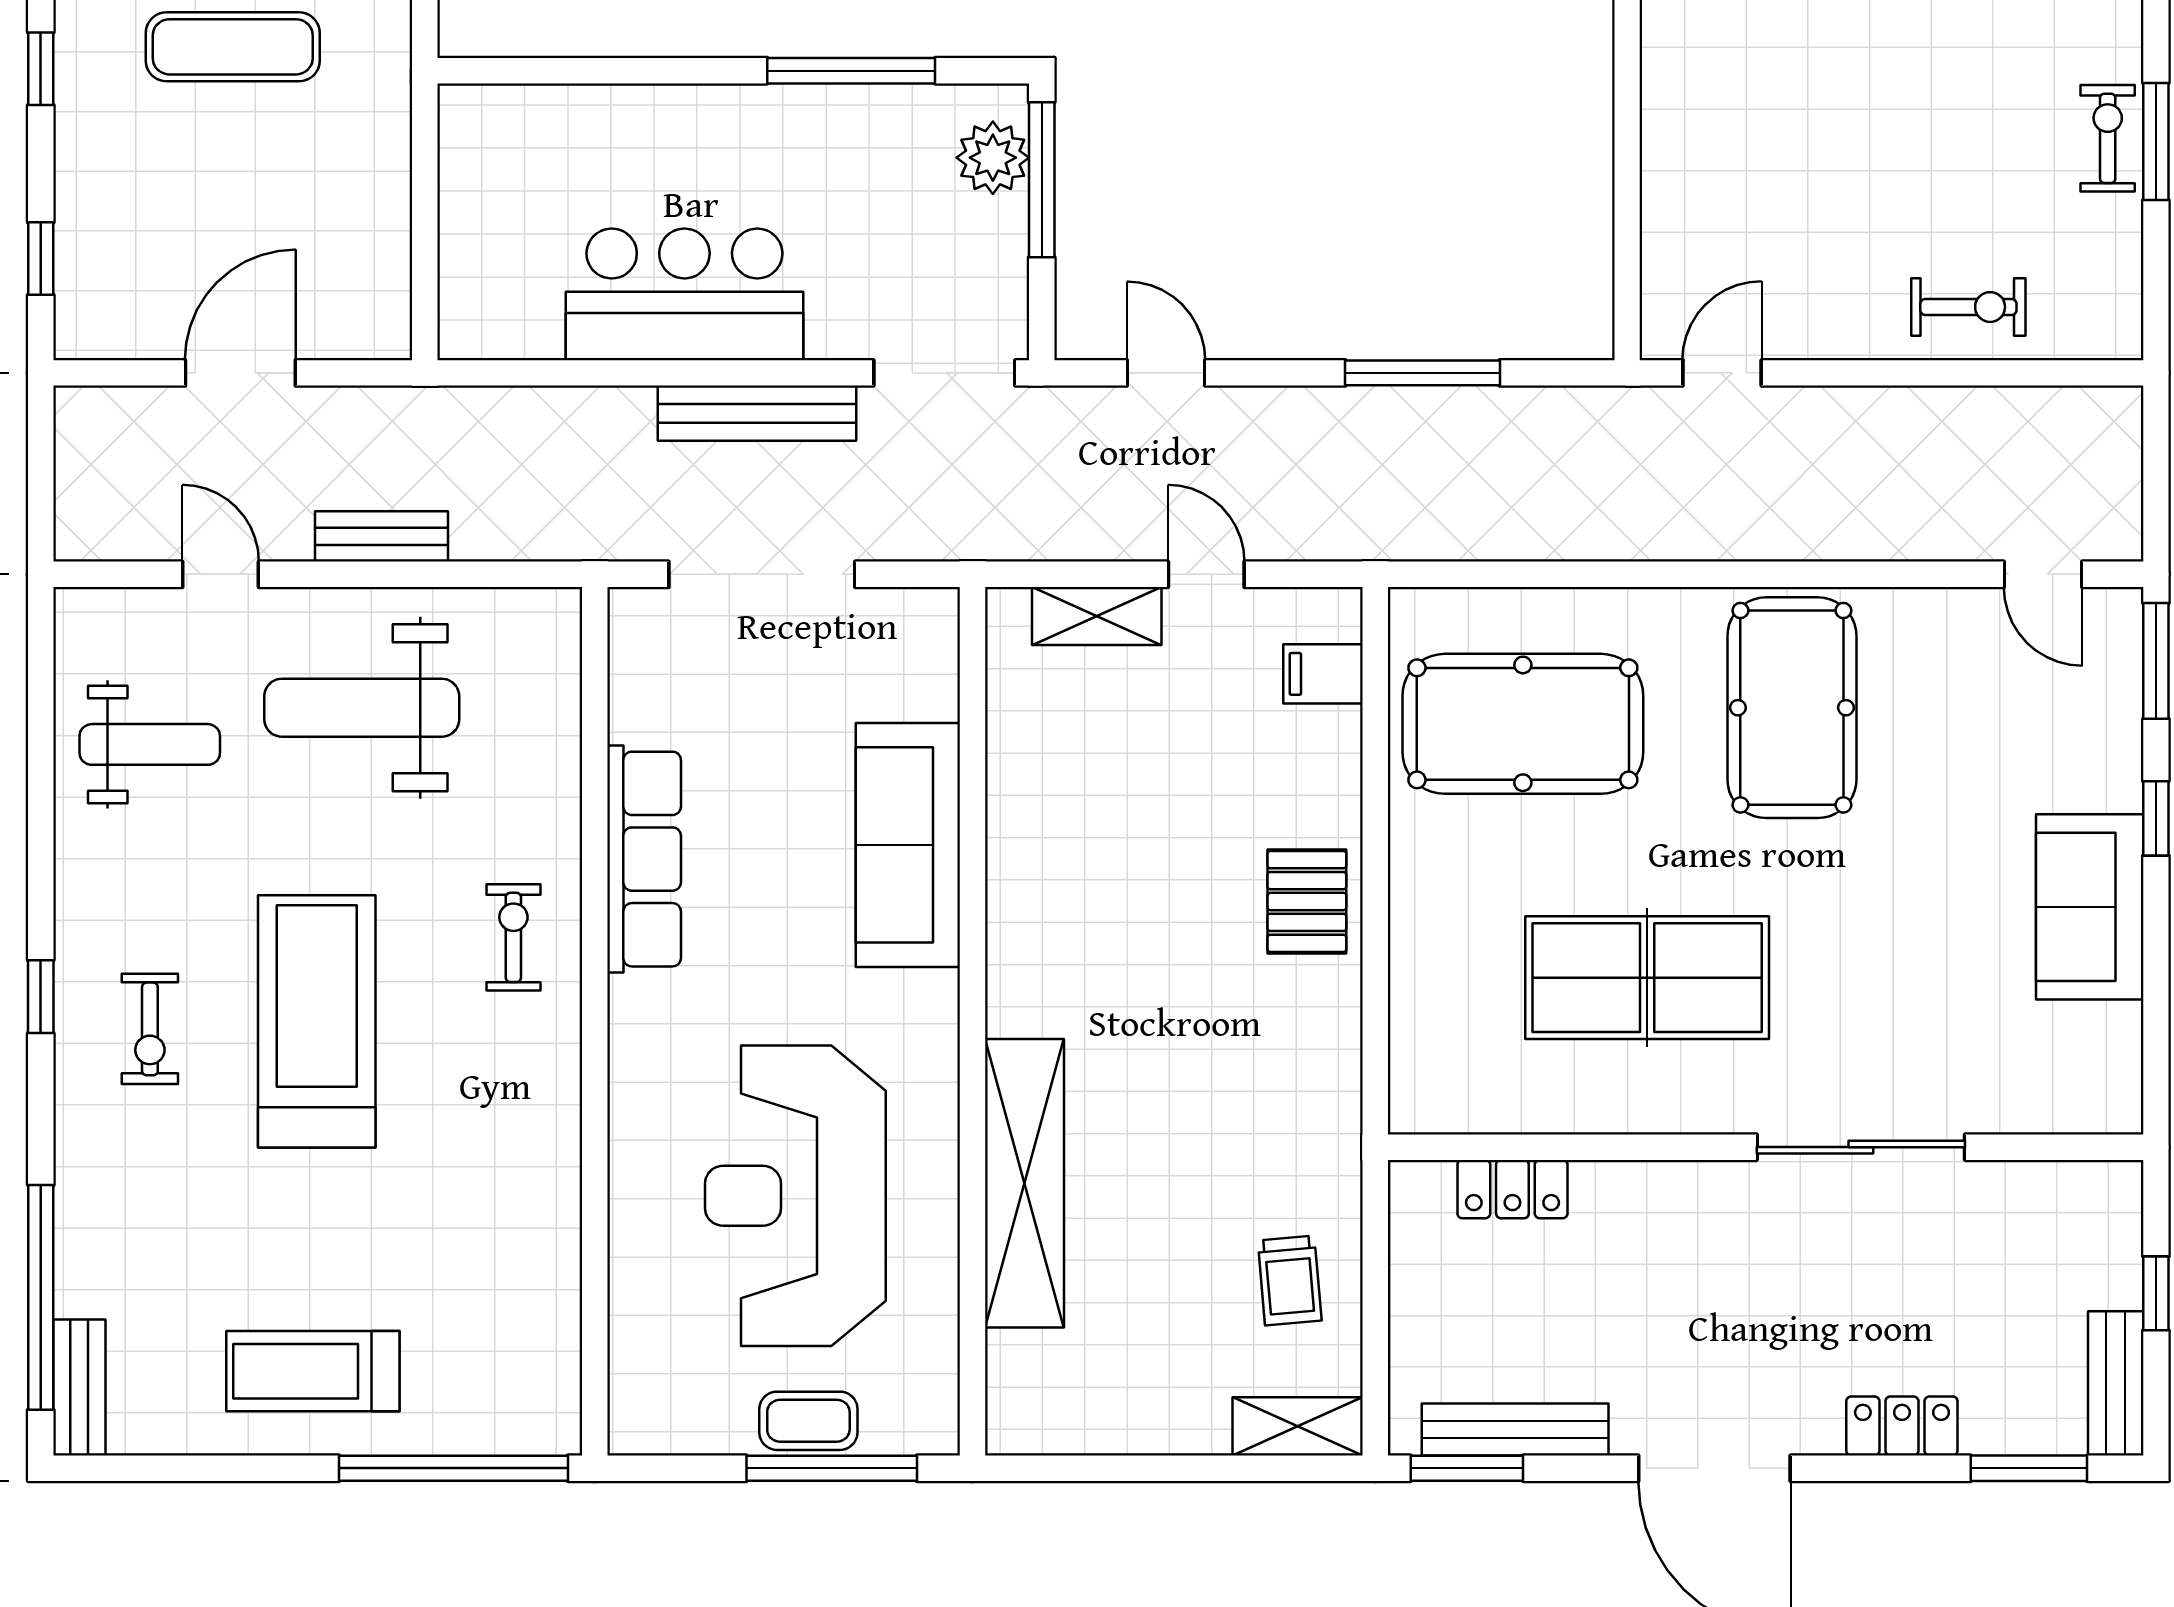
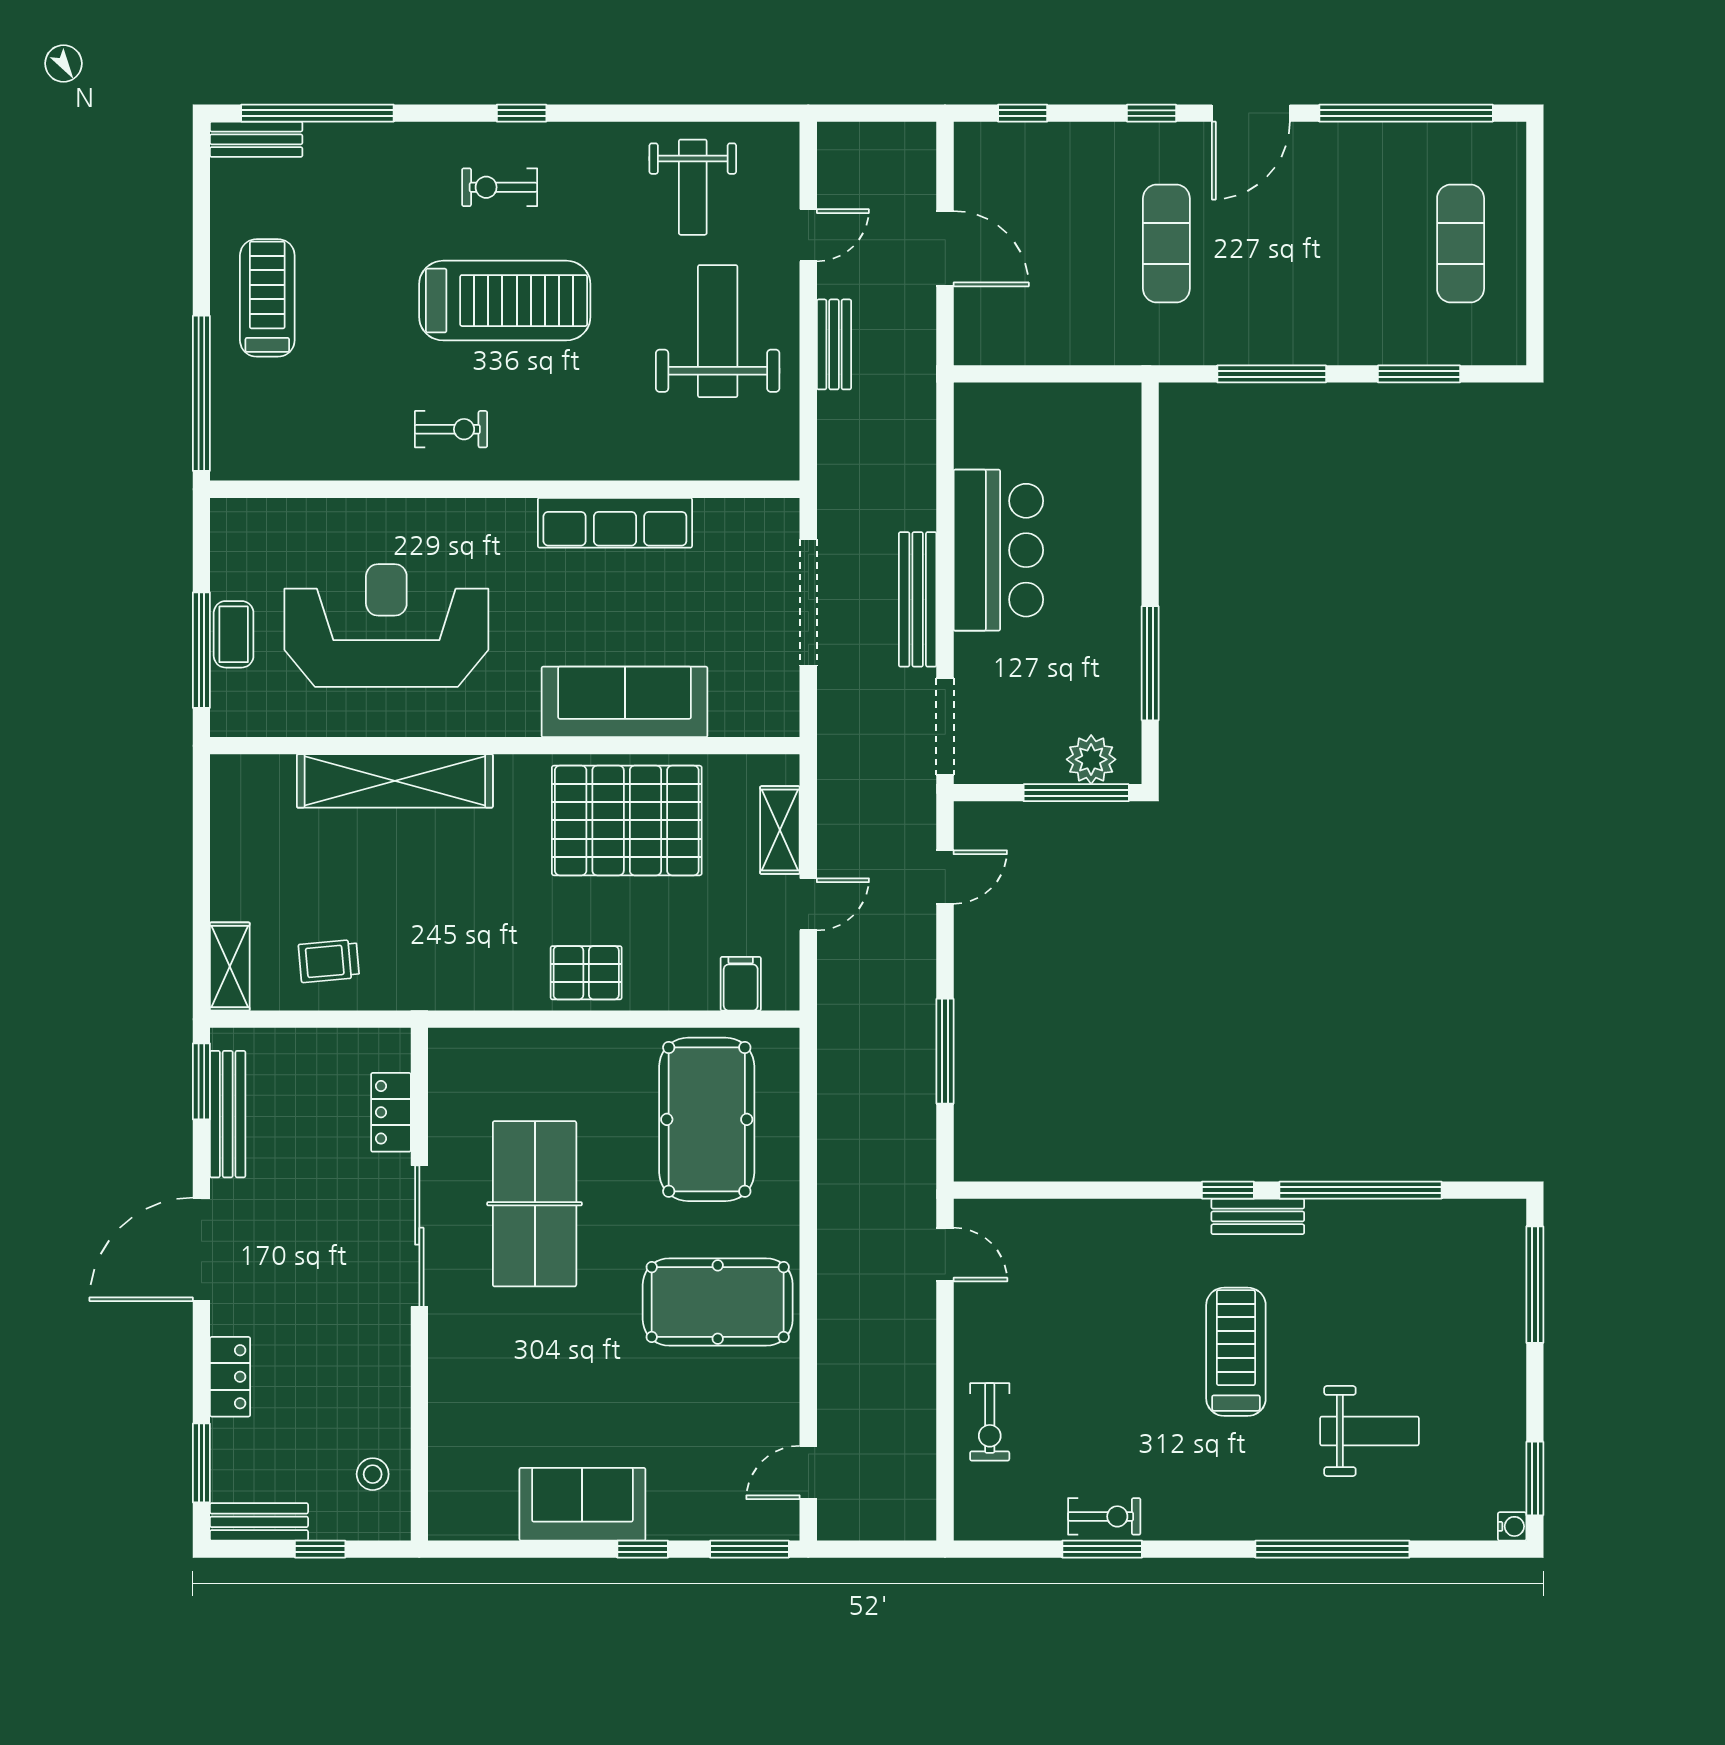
pallet: (1083, 842) -> (627, 820), added
exercise bike: (513, 937) -> (451, 429), moved
sliding door: (1861, 1147) -> (419, 1236), moved
stool: (2045, 1216) -> (373, 1474), added

